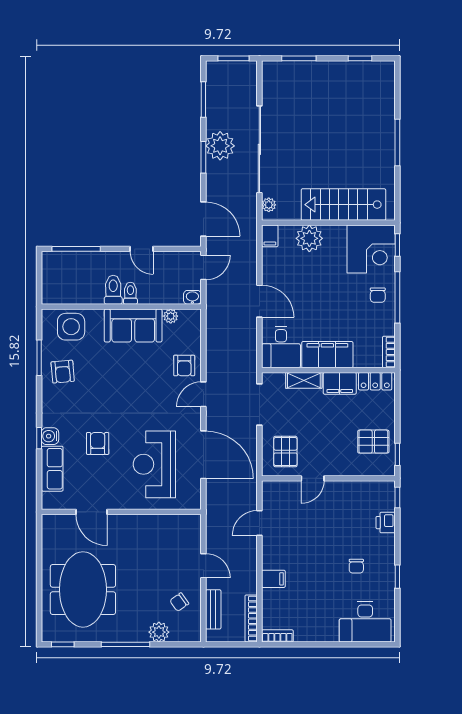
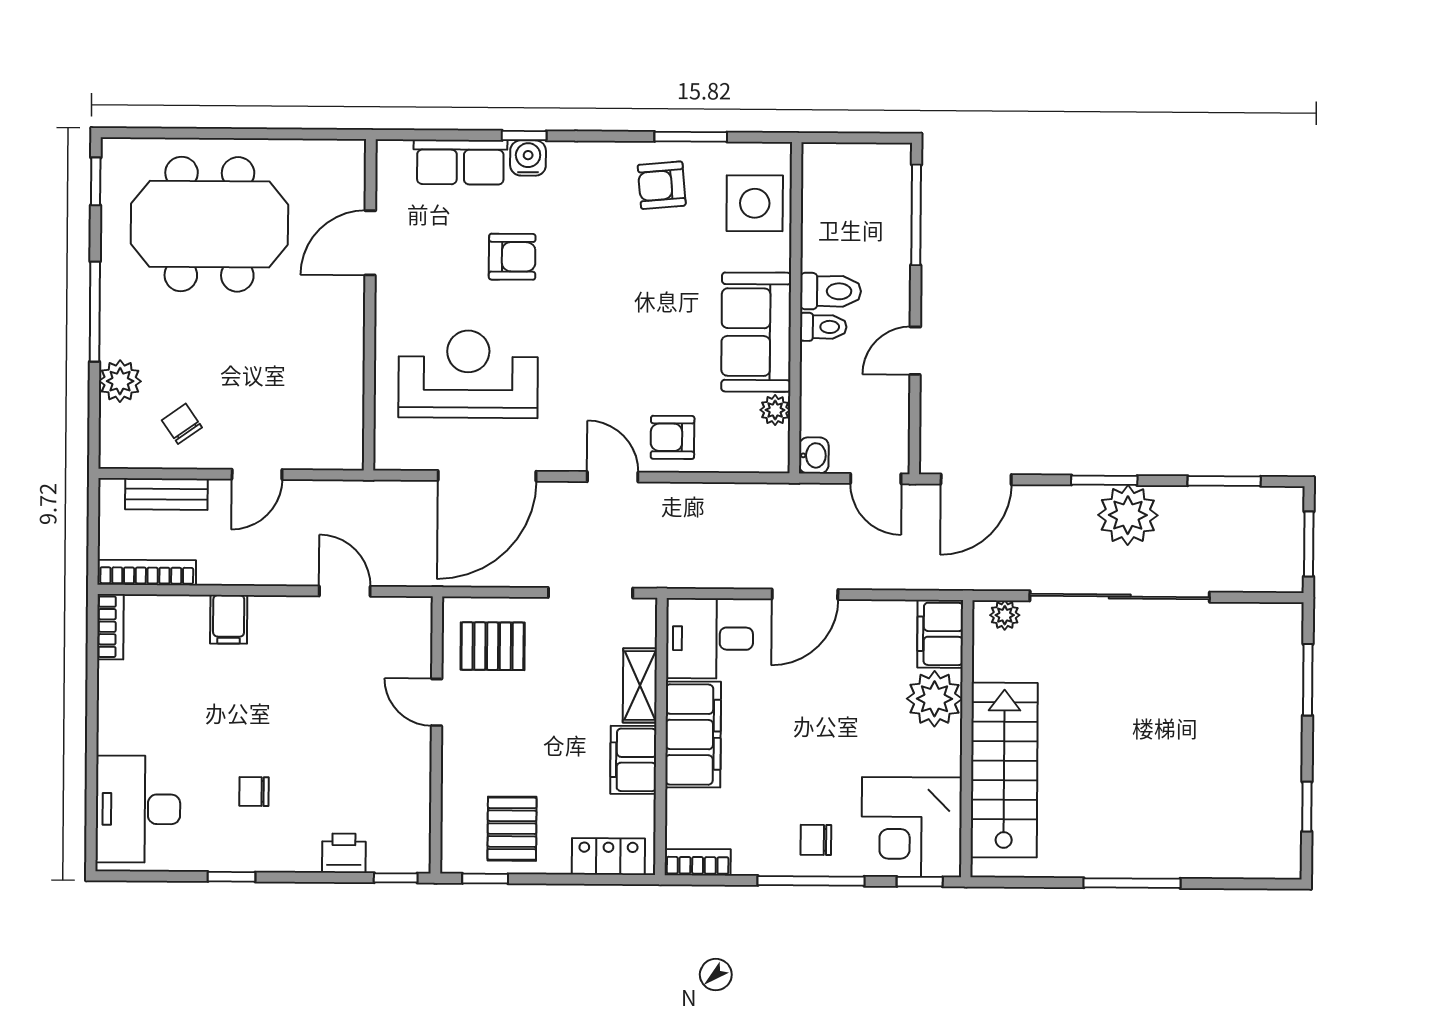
filing cabinet: (270, 236) -> (940, 634), width x2.00
locker: (375, 381) -> (608, 856), moved, turned 90

